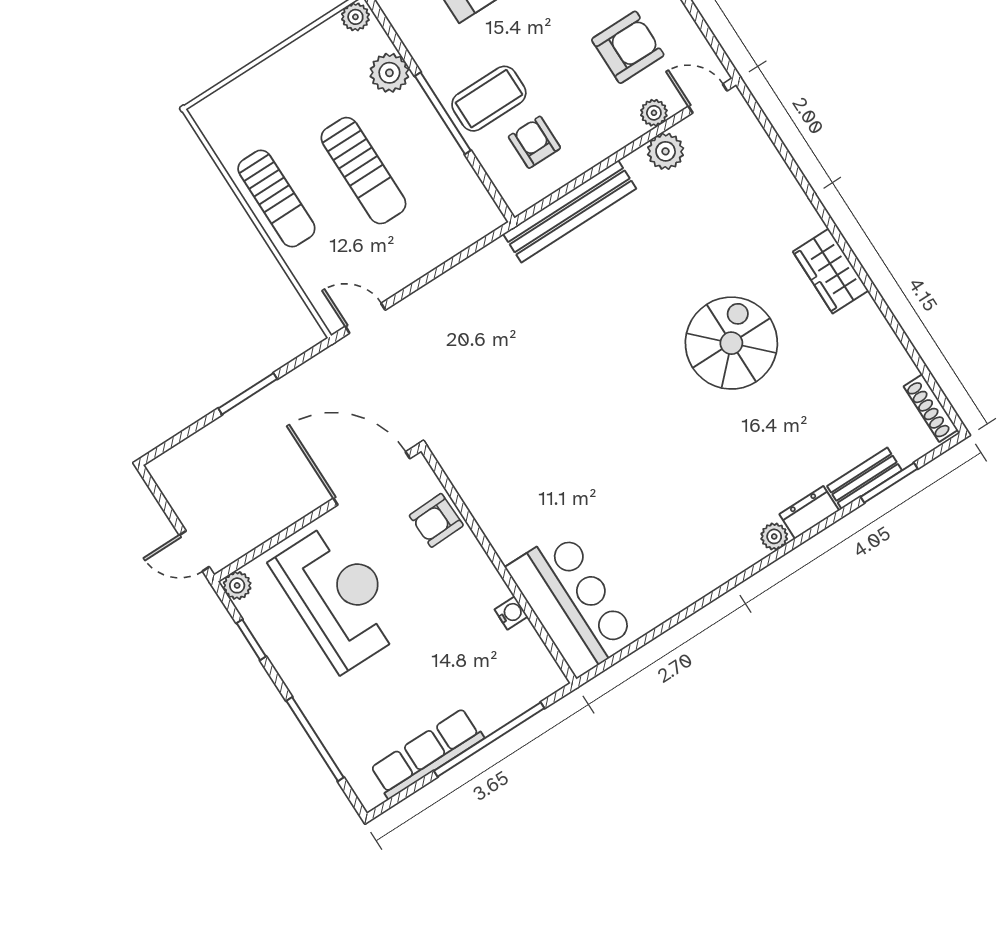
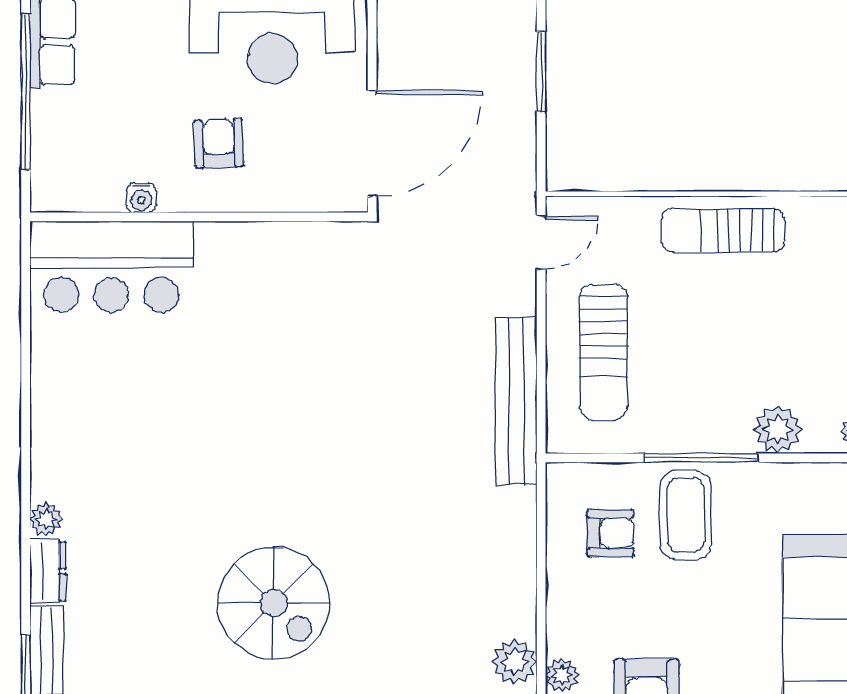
sun lounger: (363, 171) -> (603, 352), moved, turned -90
bench: (570, 211) -> (516, 401), moved
armchair: (436, 520) -> (219, 144), moved

